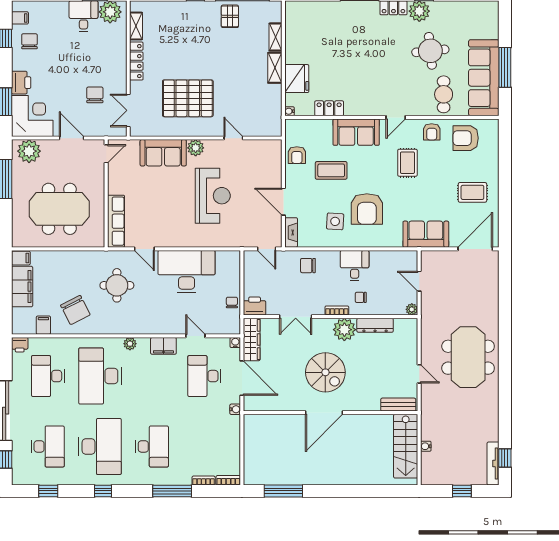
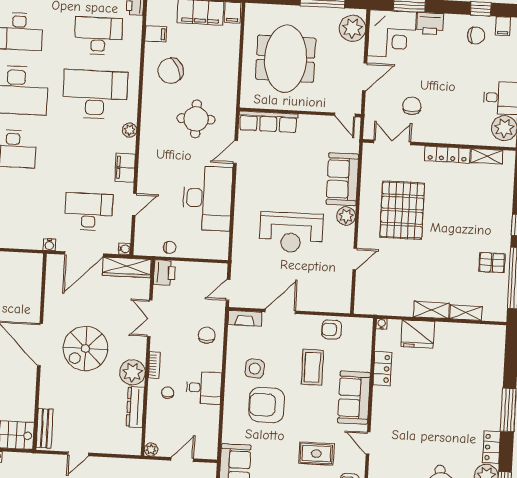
chair: (95, 95) -> (412, 106), turned -90

